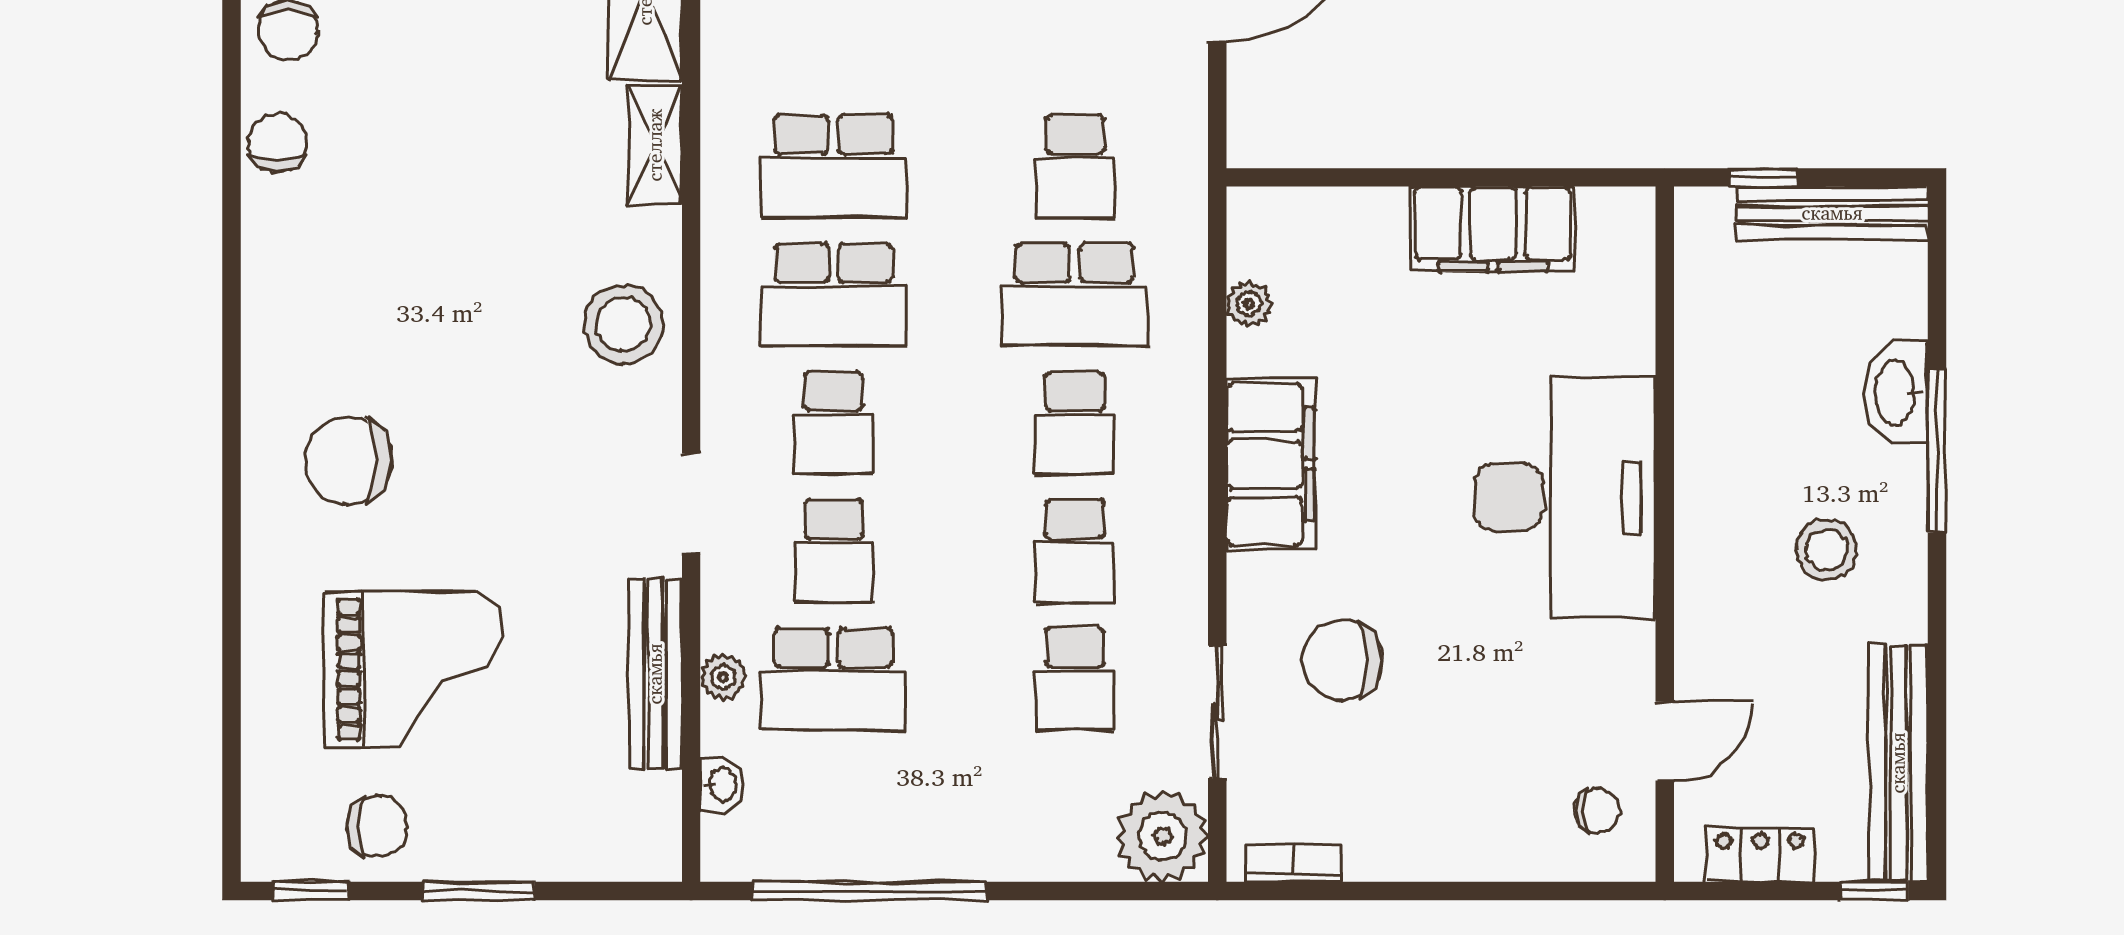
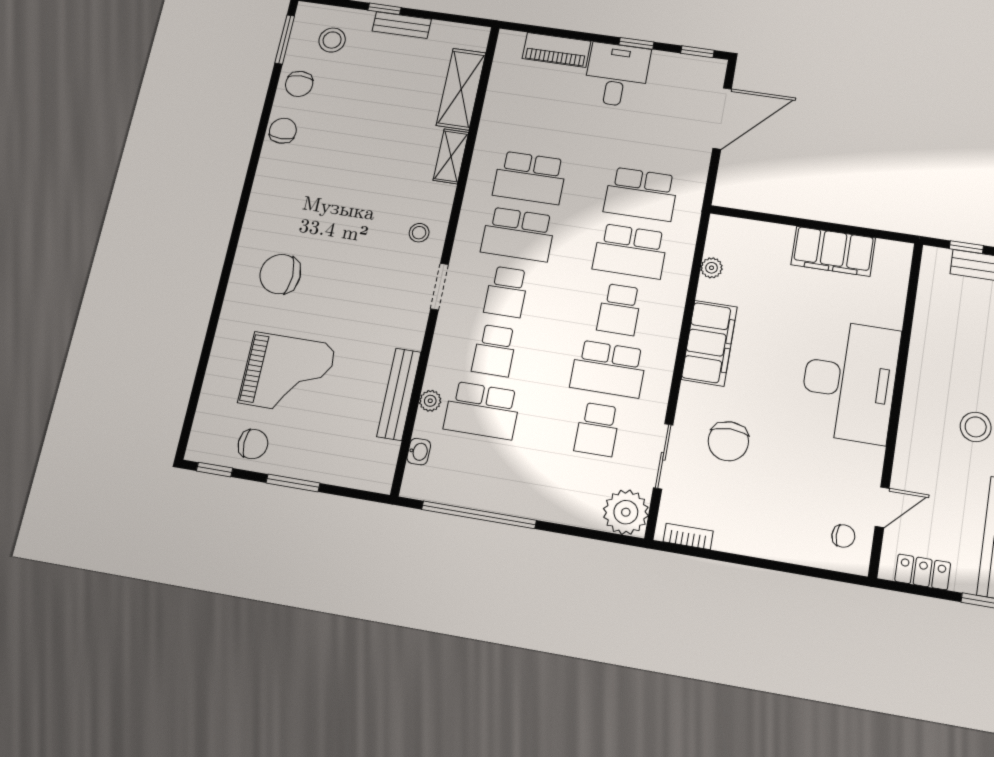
school desk: (1075, 166) -> (641, 194), width x1.85
stool: (623, 324) -> (419, 233), width x0.53, depth x0.53
doorway: (691, 504) -> (439, 287), moved
school desk: (1075, 551) -> (608, 369), width x1.85
chair: (1342, 660) -> (728, 441), turned -90

